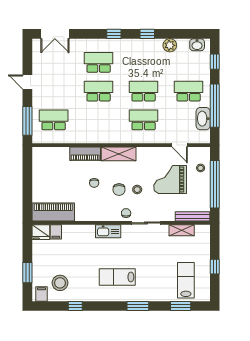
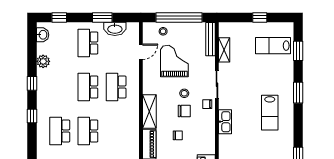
window: (215, 106) -> (102, 17), width x0.47
grand piano: (170, 180) -> (174, 61), turned 180

